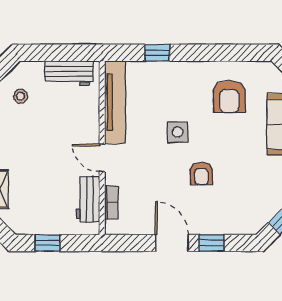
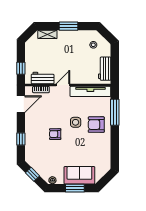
window: (157, 53) -> (115, 112), width x2.17
armchair: (229, 97) -> (96, 125), moved
window: (48, 243) -> (21, 68), moved
door: (172, 243) -> (21, 104), moved

